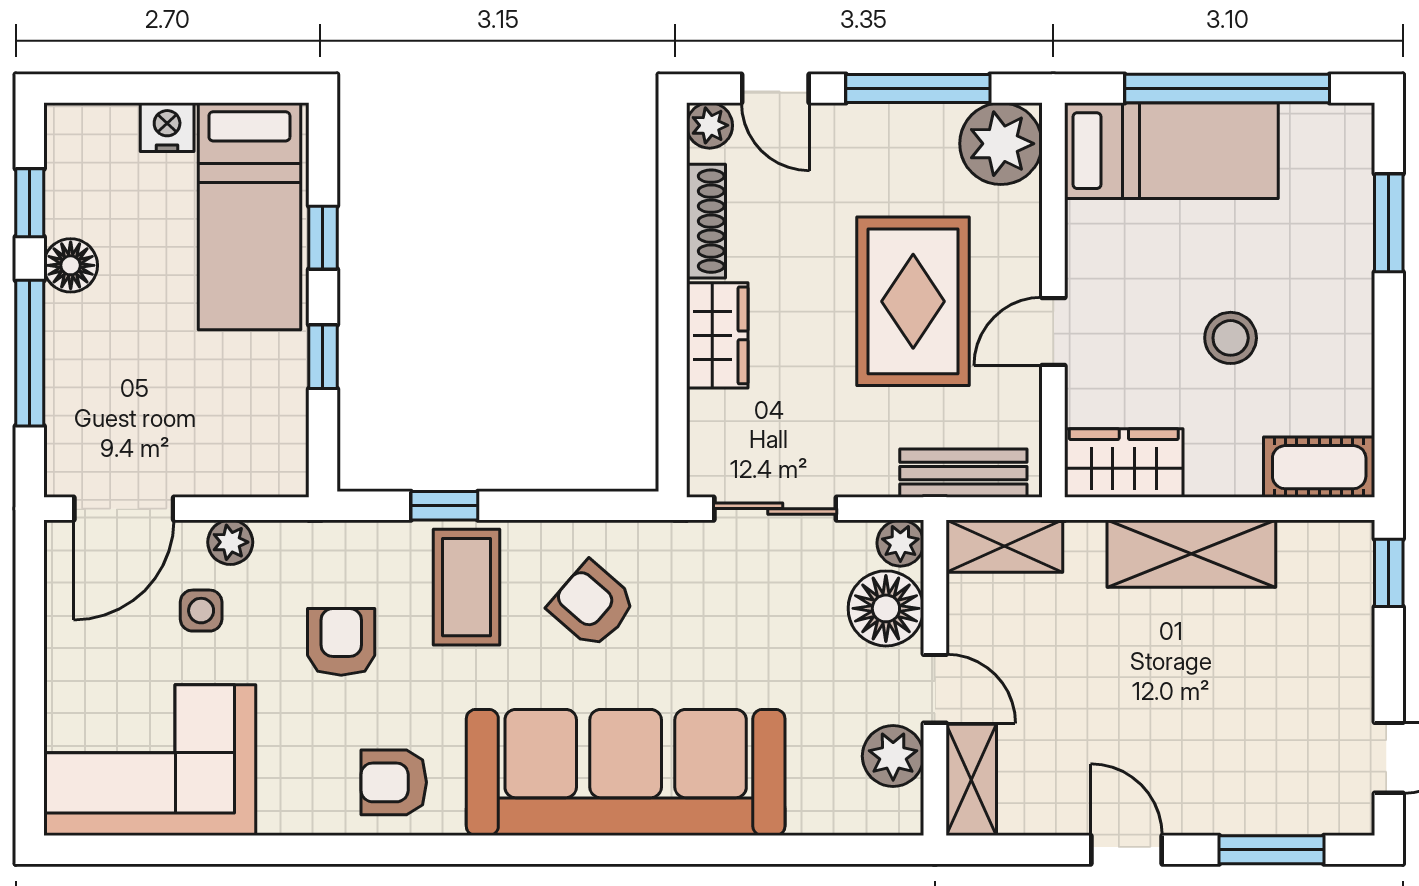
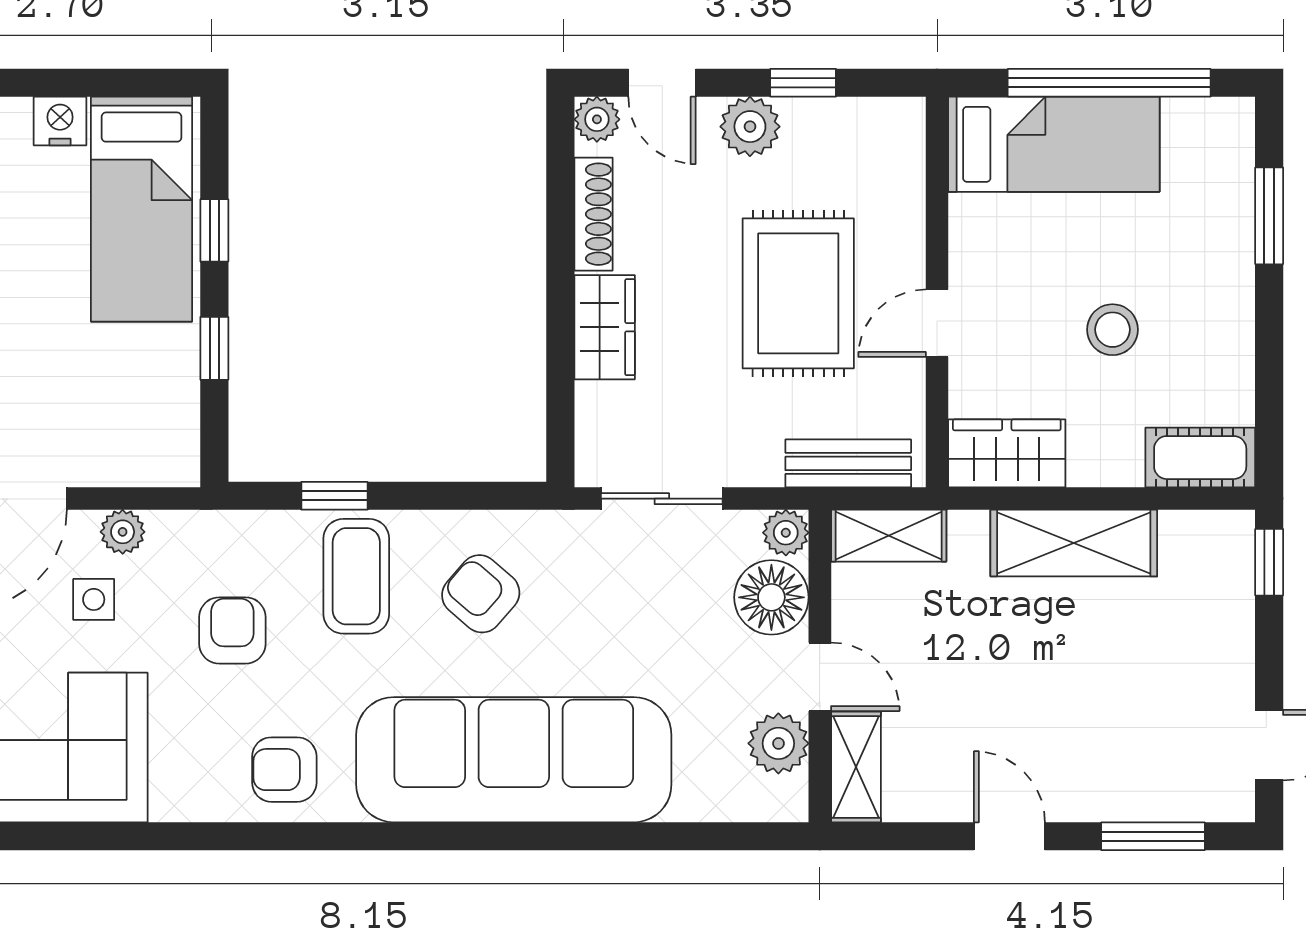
window: (918, 88) -> (803, 83), width x0.46
plant: (1001, 144) -> (750, 127), moved, width x0.73, depth x0.73

